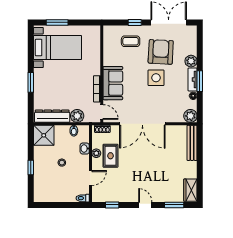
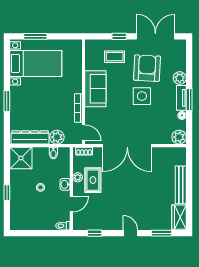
sofa: (113, 83) -> (95, 89), moved
bench: (192, 143) -> (181, 185), moved
washbasin: (85, 149) -> (65, 184), moved

